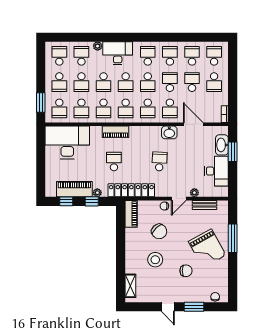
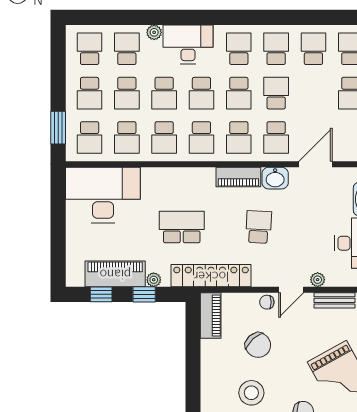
school desk: (192, 82) -> (313, 93), removed
door: (193, 124) -> (315, 164), hinge flipped
piano: (116, 132) -> (238, 177), moved
school desk: (114, 161) -> (182, 227), width x1.85

